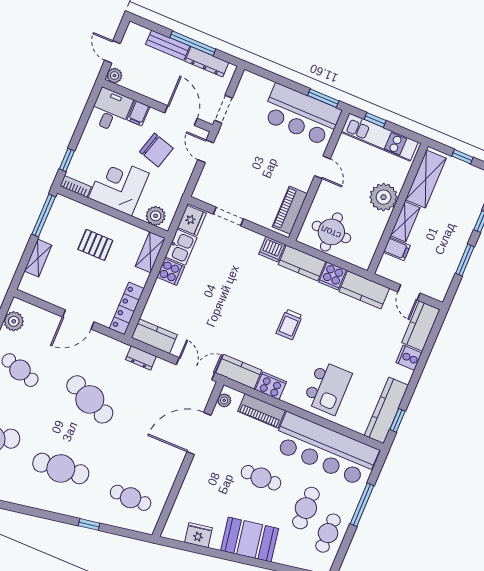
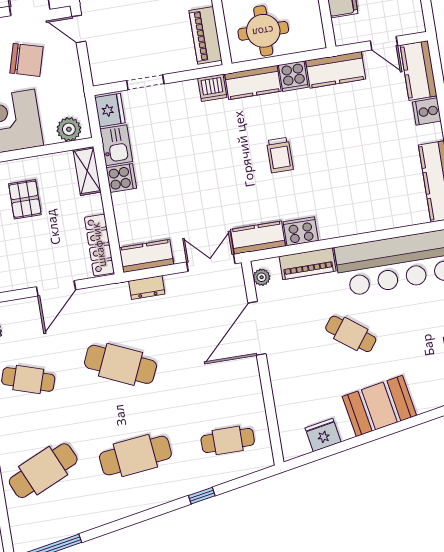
pallet: (95, 245) -> (25, 199), turned 90
kitchen island: (327, 388) -> (361, 196), removed
cafe table: (261, 478) -> (351, 334), turned 37
cafe table: (306, 508) -> (418, 336), removed

